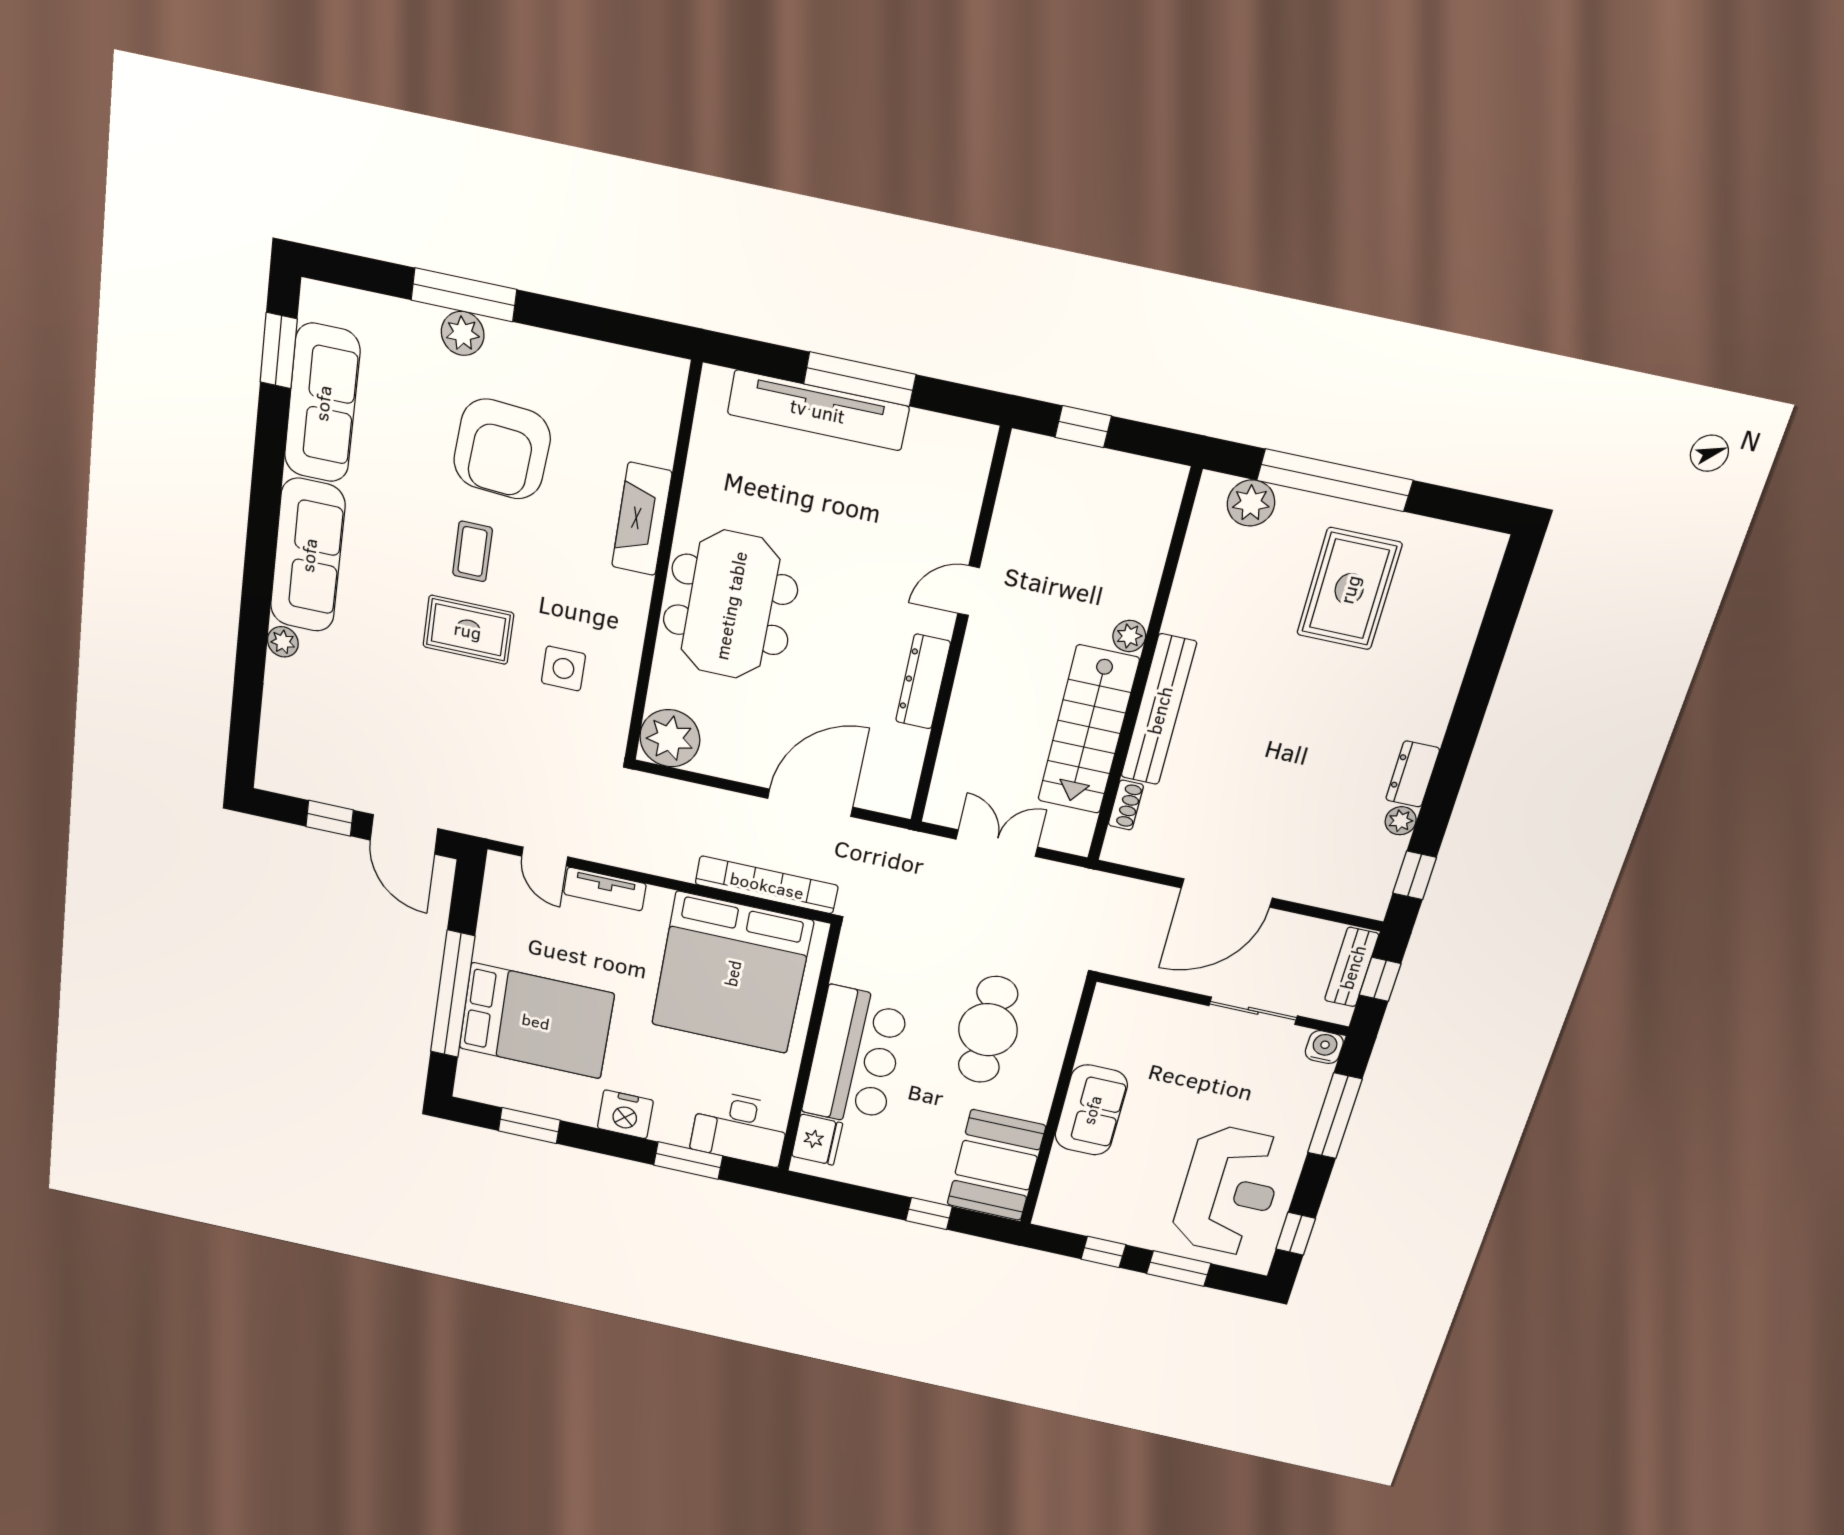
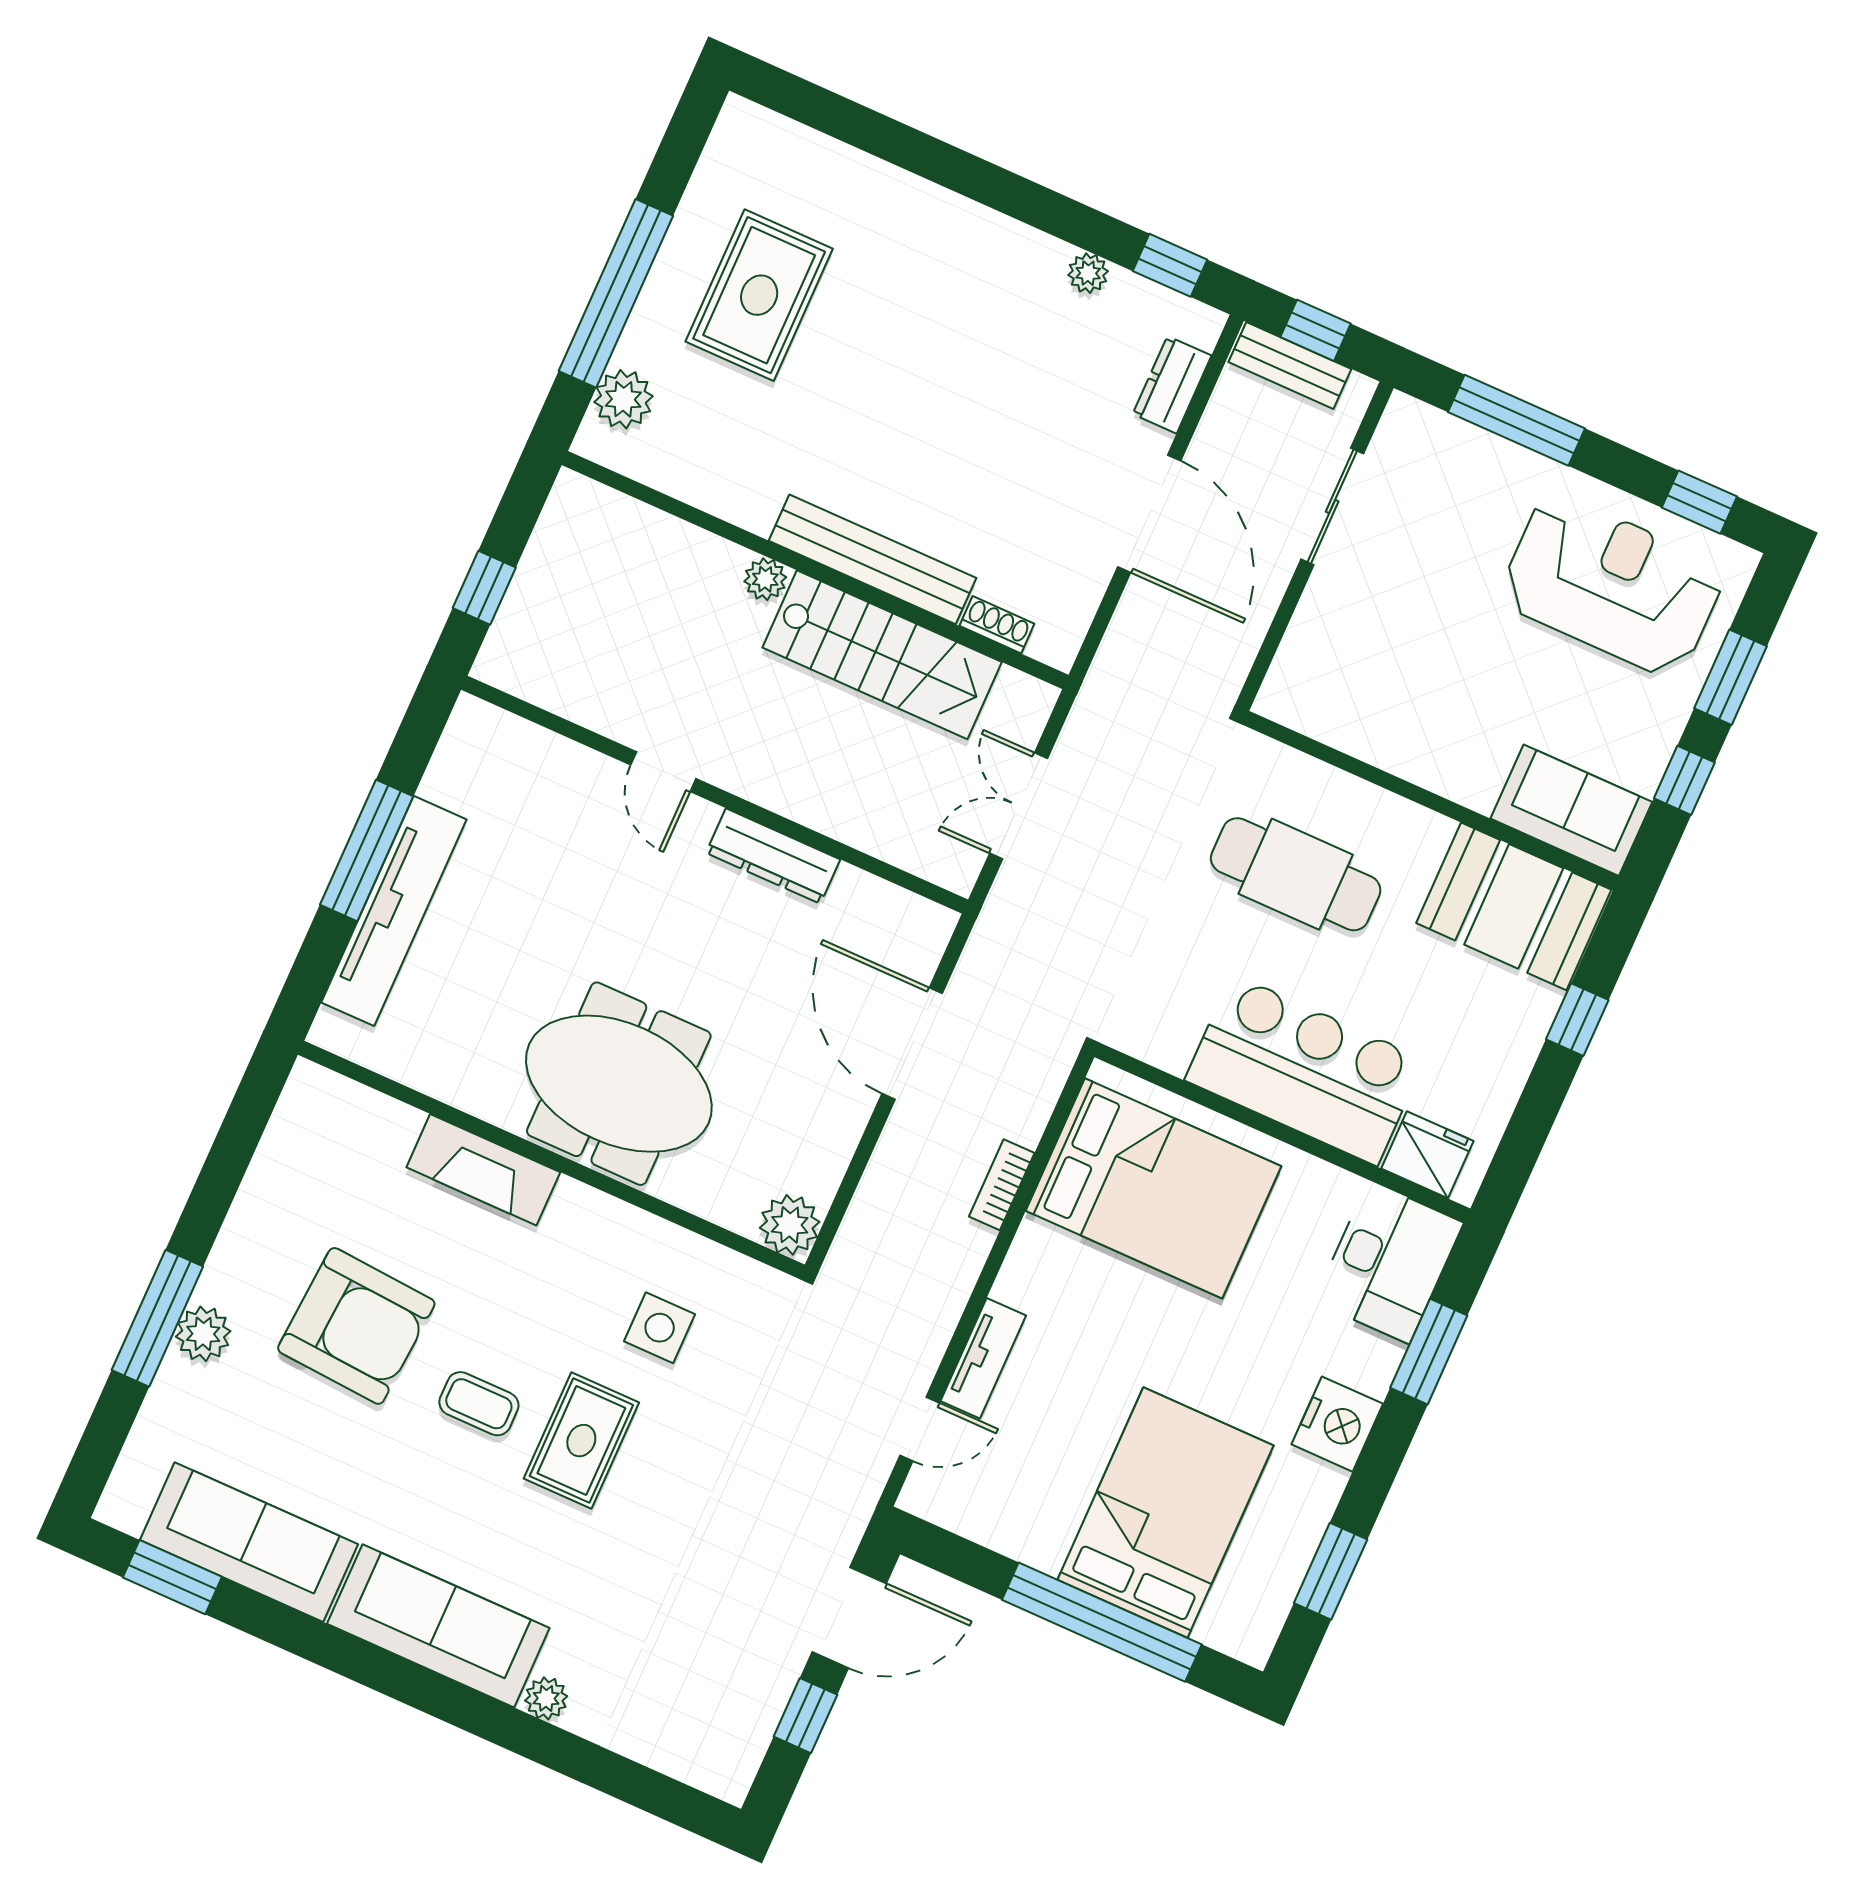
rug: (1349, 589) -> (759, 295), turned 90
plant: (670, 738) -> (790, 1225), width x0.73, depth x0.73
dresser: (1413, 774) -> (1172, 385), moved, turned 90
bookcase: (767, 885) -> (1002, 1185), width x0.43, depth x0.76
bed: (732, 973) -> (1153, 1188), width x0.73
water cooler: (1324, 1047) -> (1406, 419), removed
sofa: (1091, 1110) -> (1571, 810), moved

